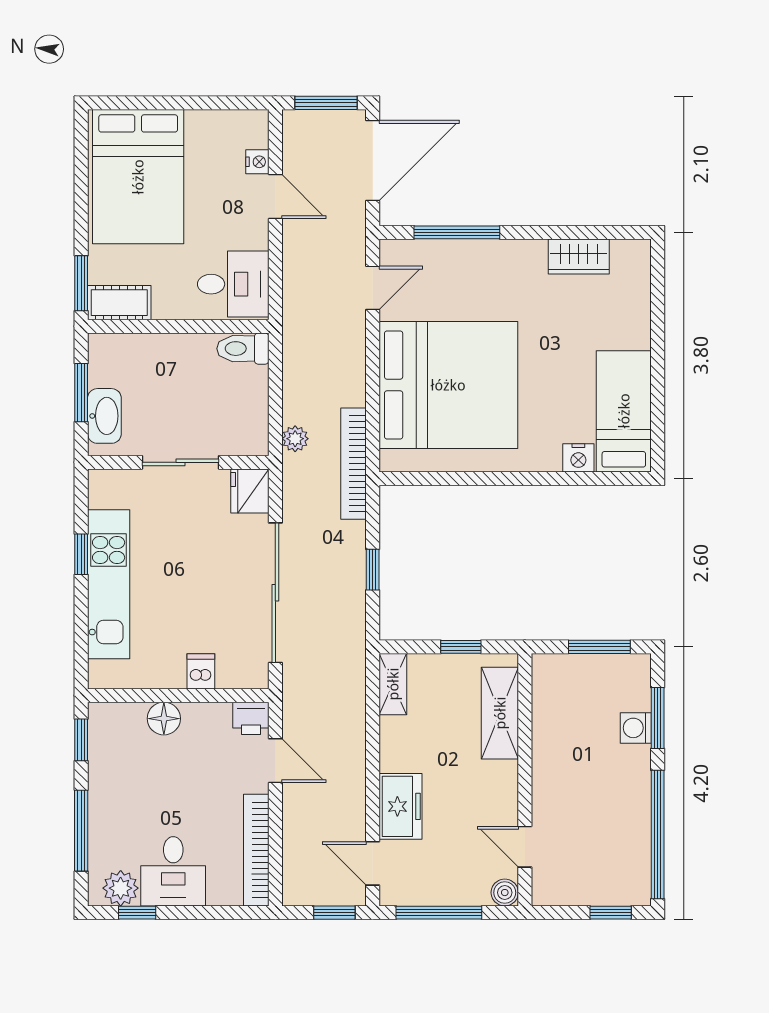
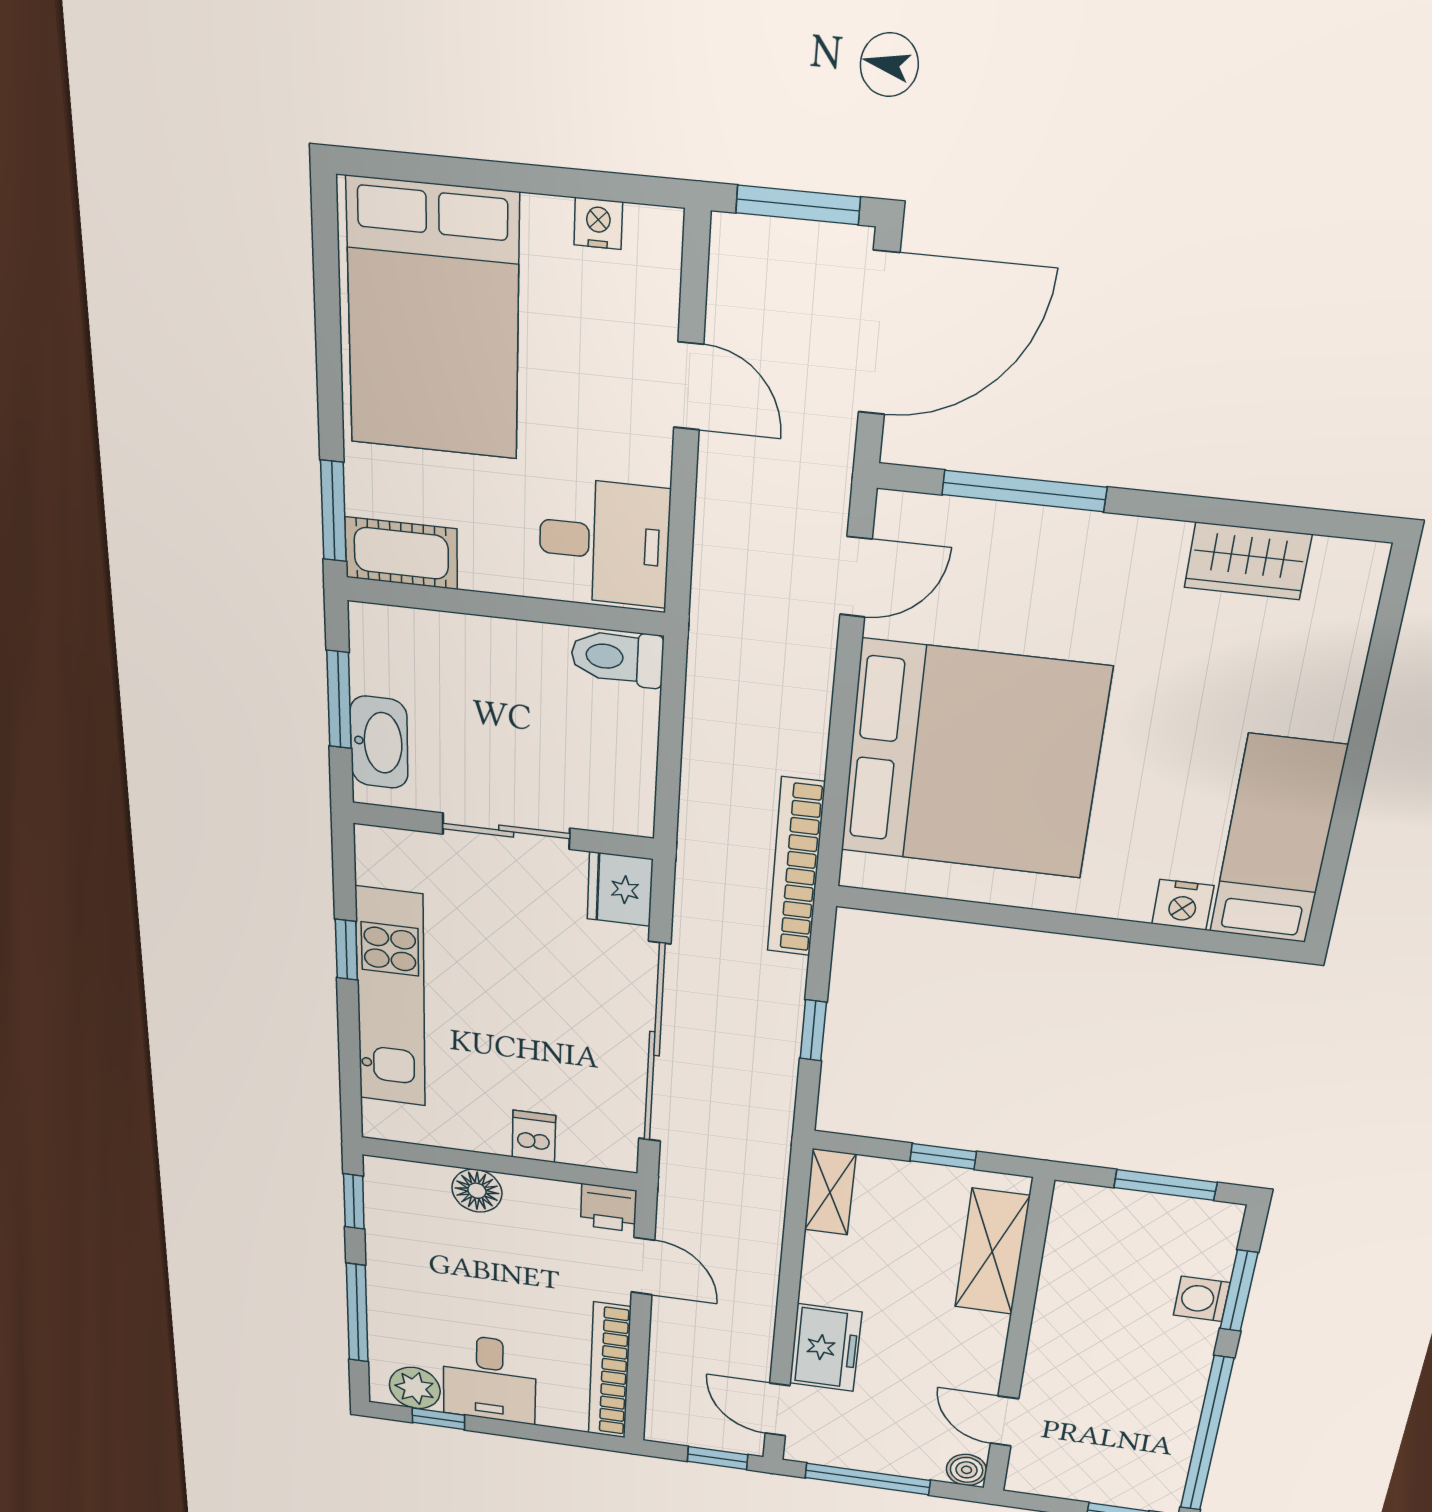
nightstand: (257, 162) -> (598, 223), moved, turned -90
plant: (295, 439) -> (700, 817), removed

